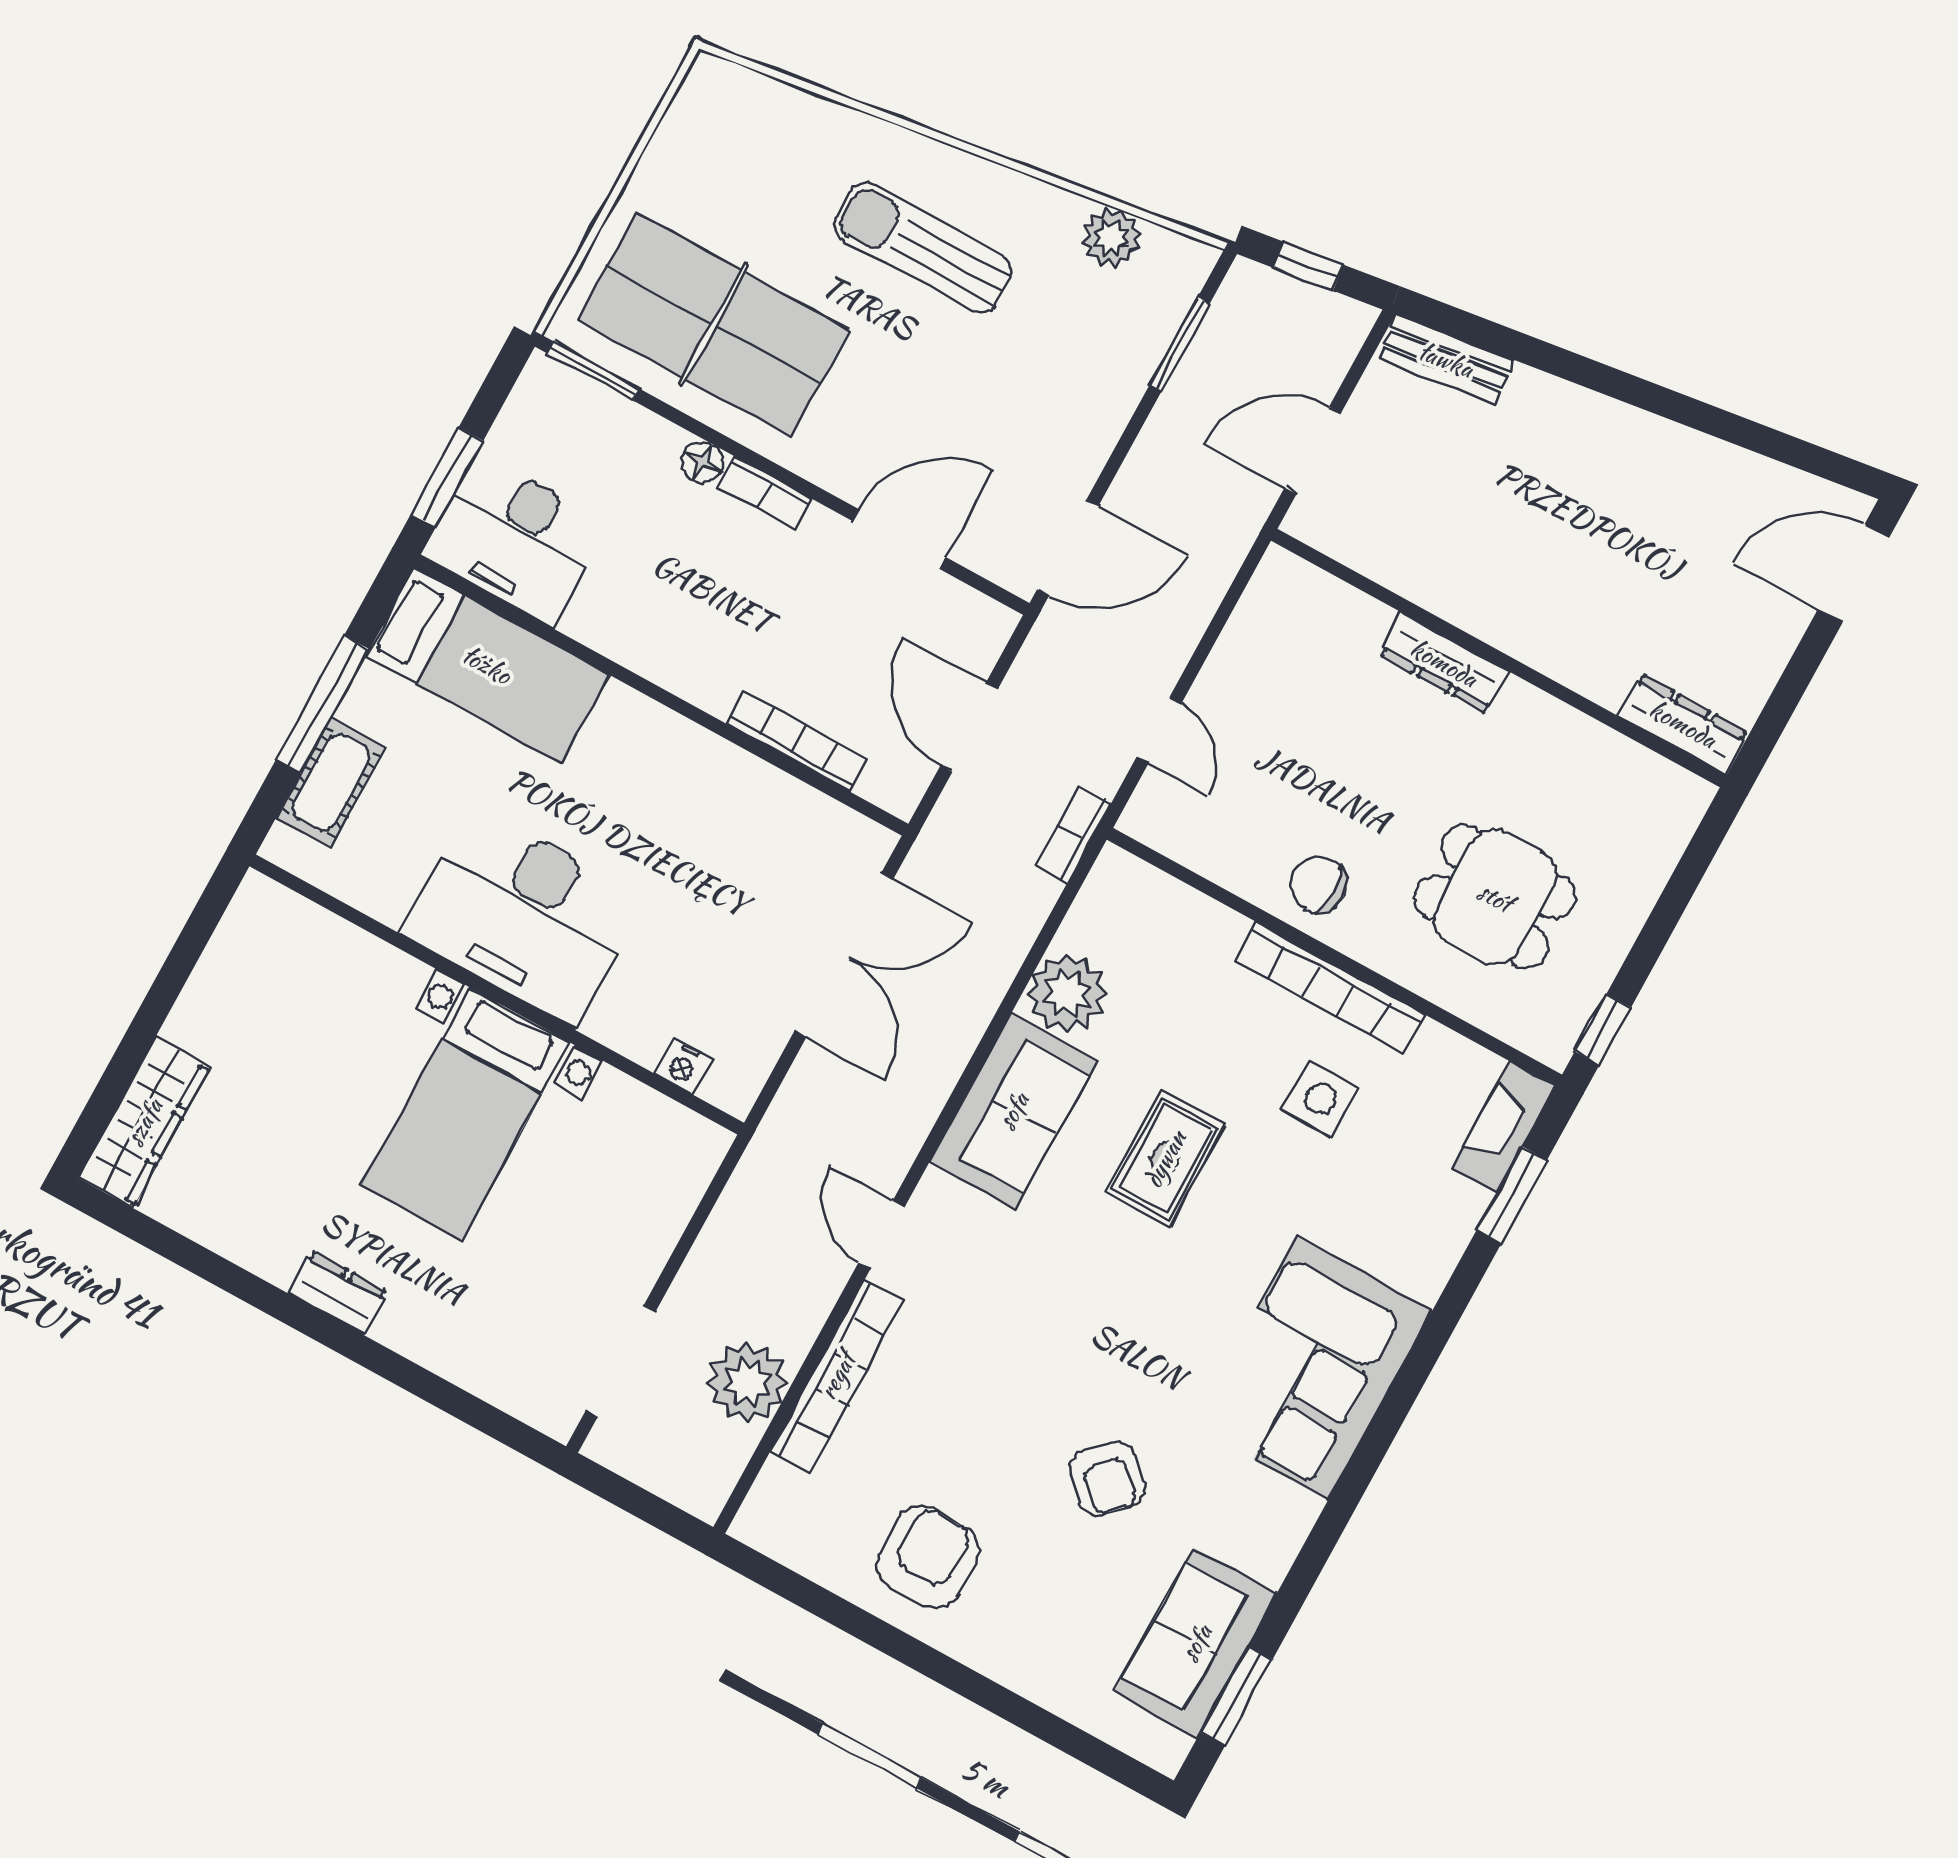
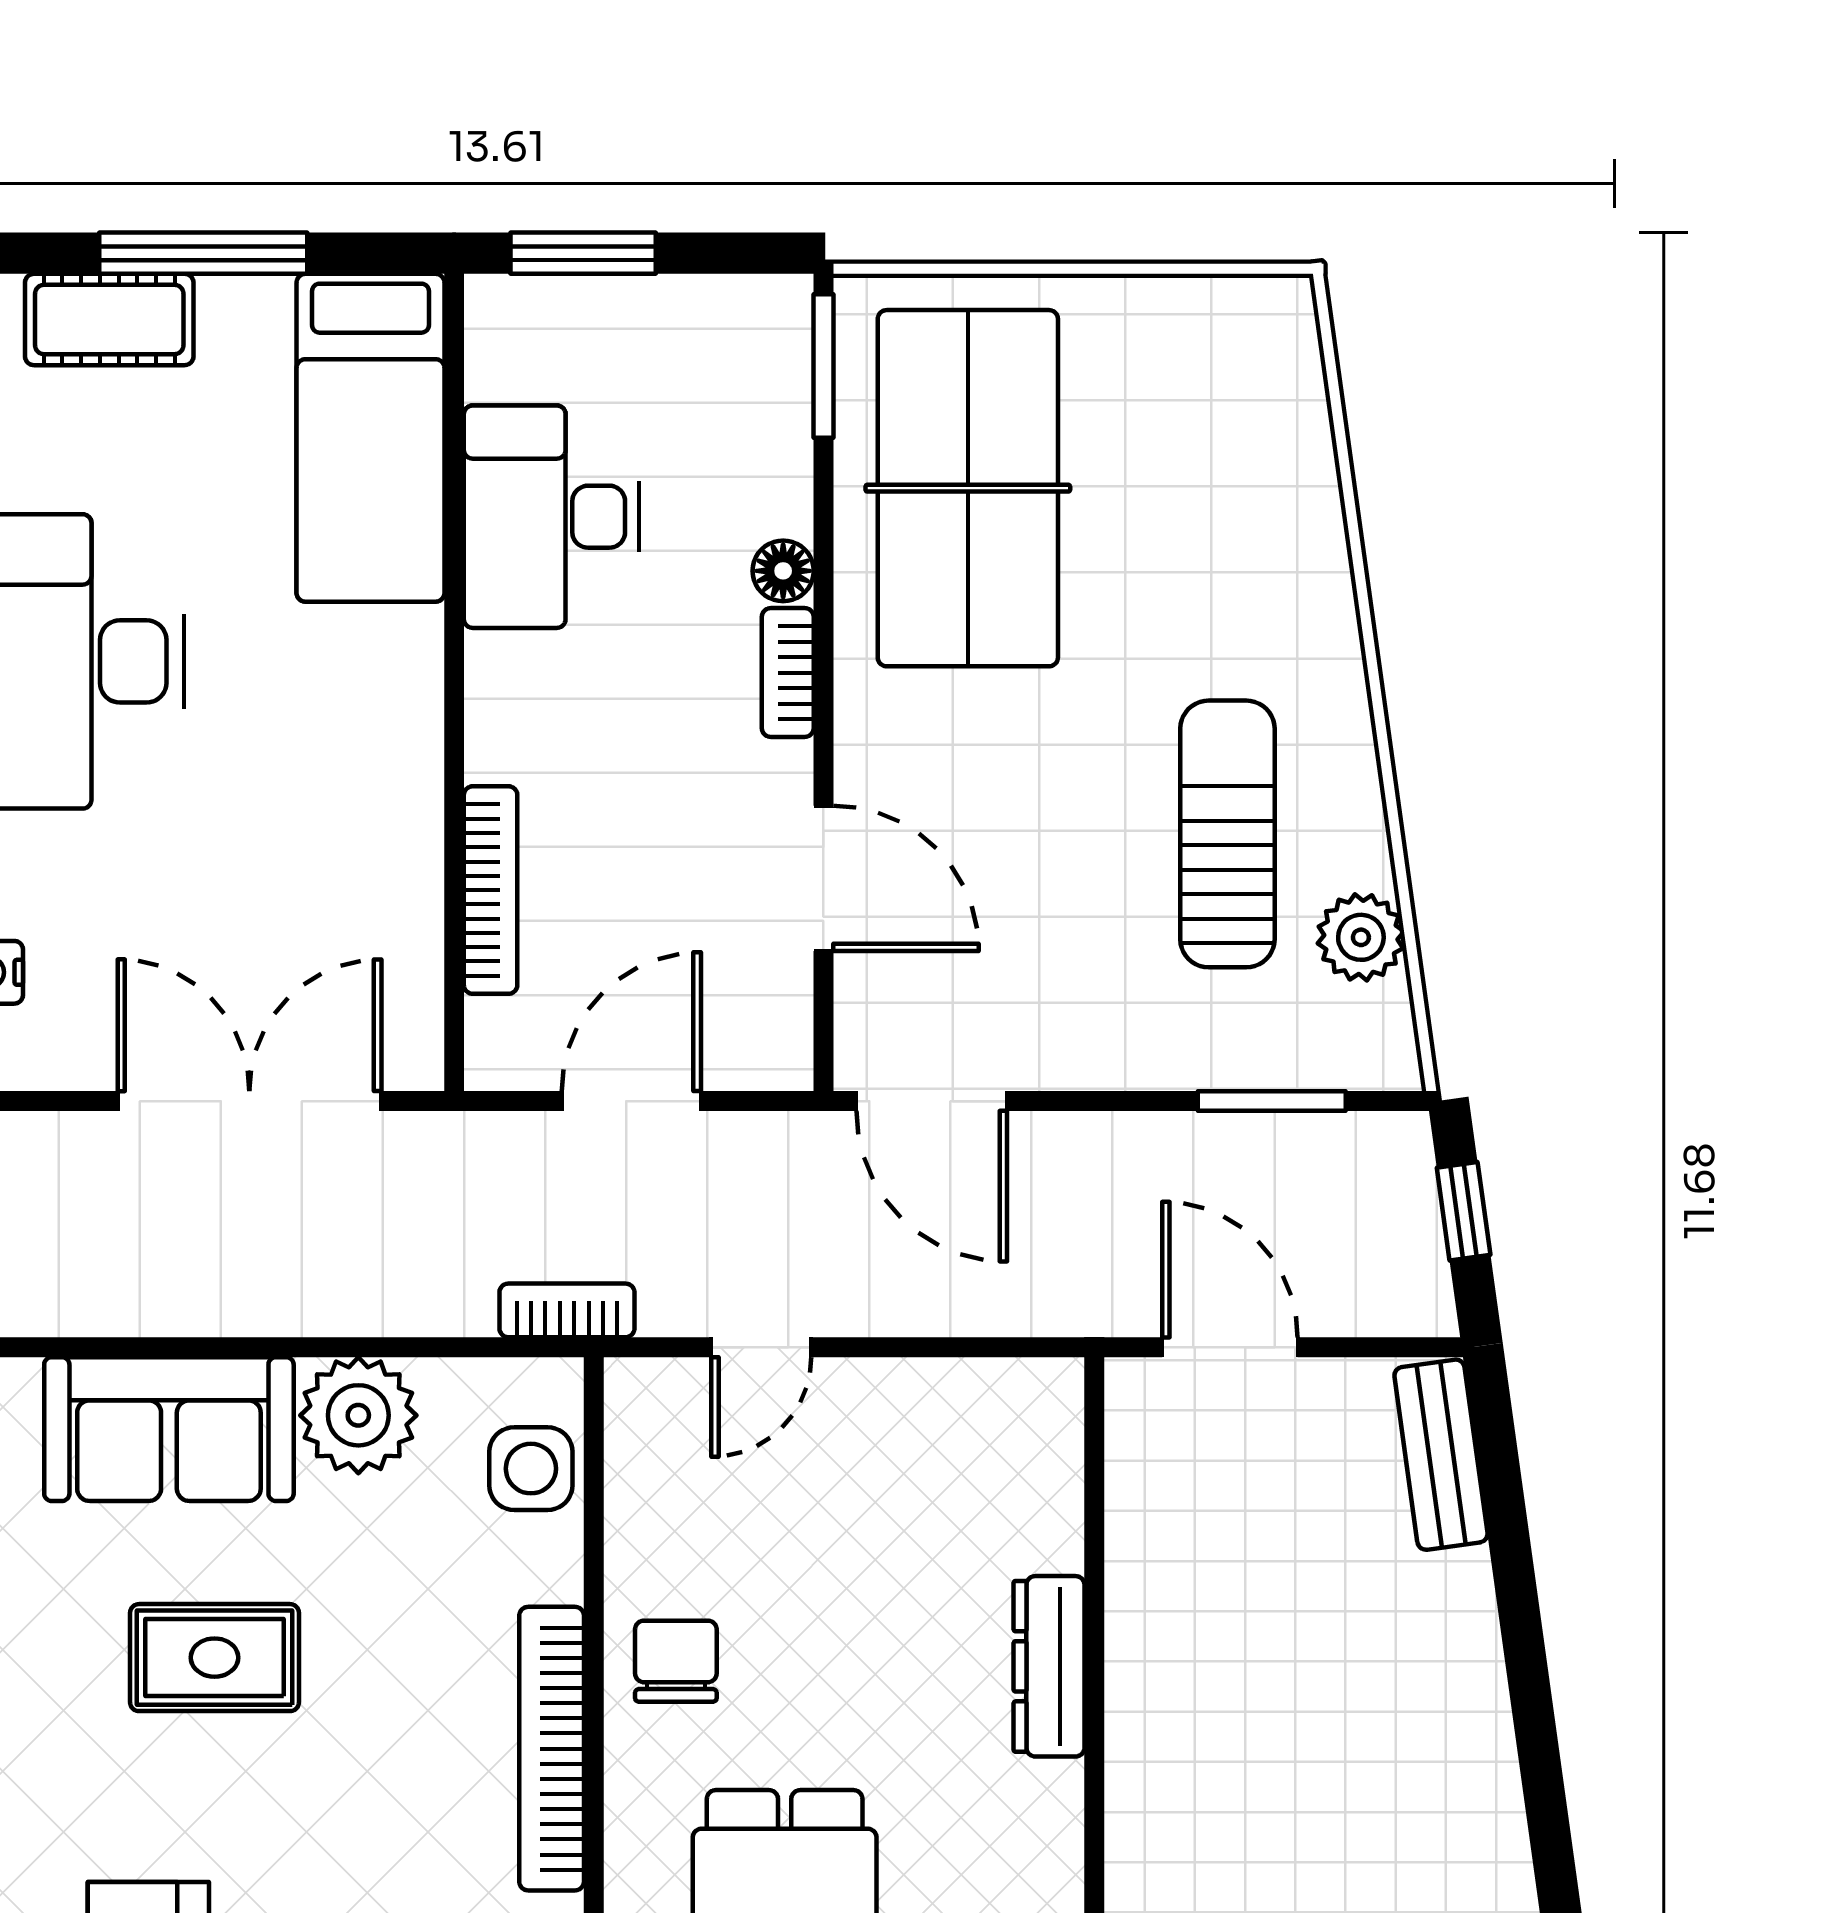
sun lounger: (923, 248) -> (1227, 834), moved
desk: (515, 540) -> (551, 517), moved
double door: (844, 955) -> (249, 1101), swing flipped
side table: (1320, 1099) -> (531, 1469), moved

